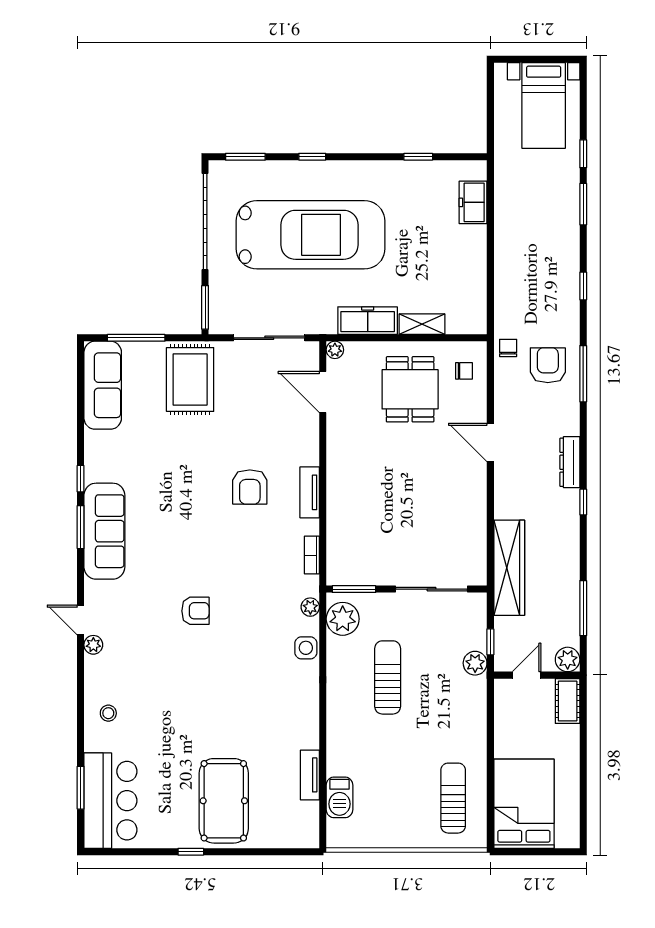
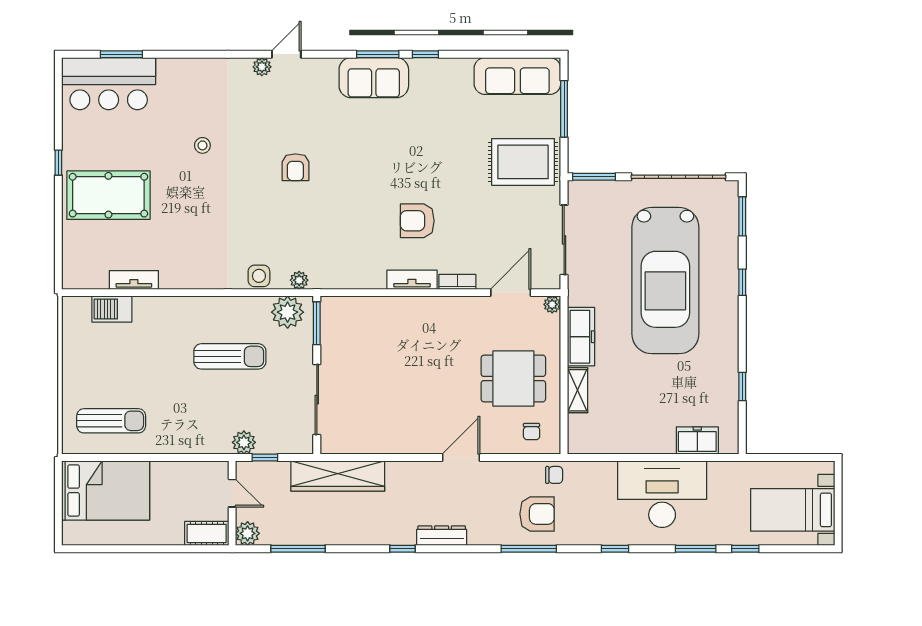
desk: (528, 238) -> (662, 494), added
sofa: (104, 531) -> (374, 78), width x0.73
bookcase: (312, 555) -> (457, 282), moved
stool: (108, 713) -> (202, 145), moved

